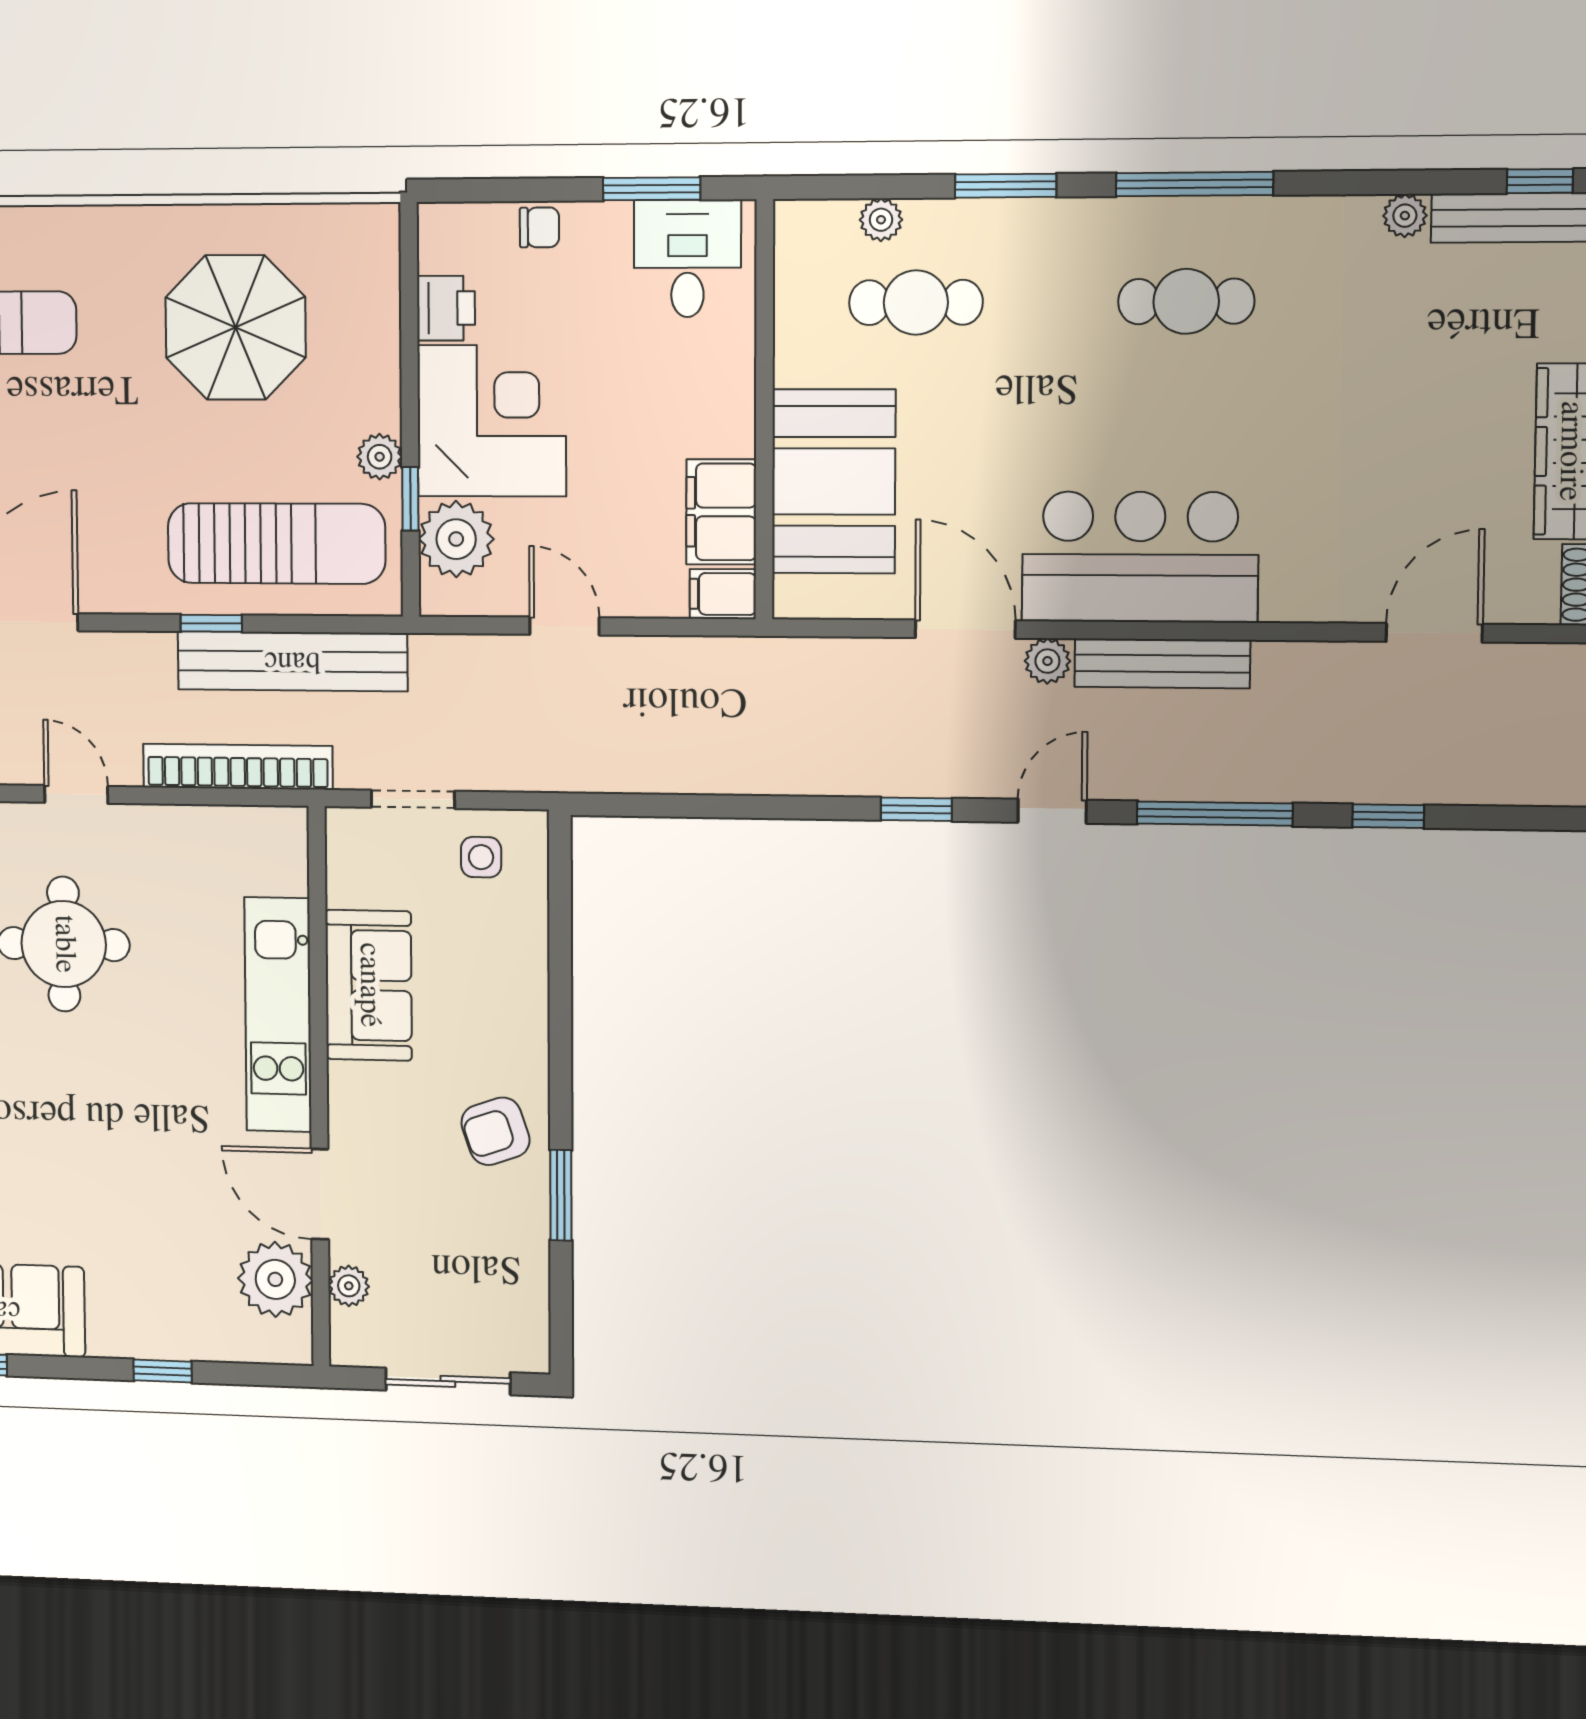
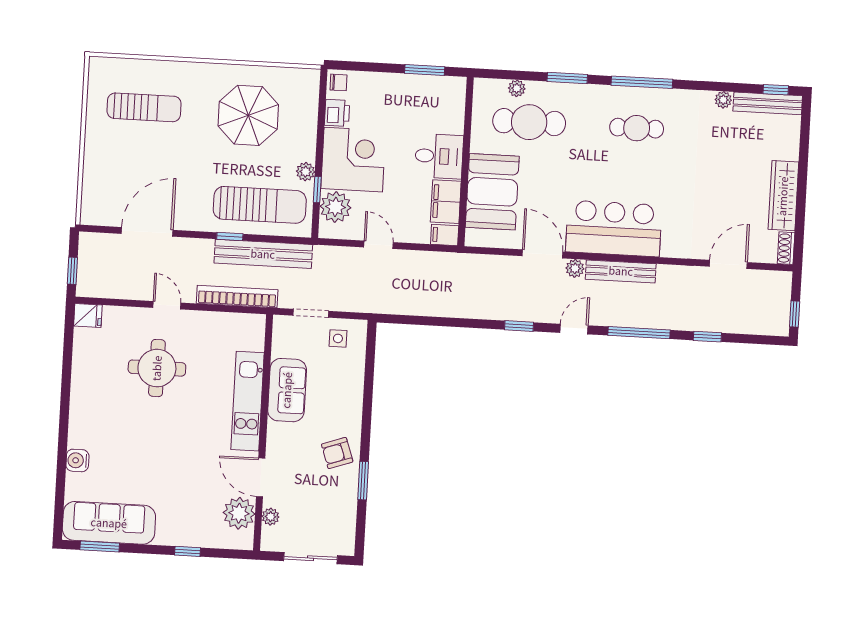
chair: (539, 227) -> (339, 82), moved
desk: (687, 258) -> (439, 156), moved, turned 90
cafe table: (916, 303) -> (529, 122), width x1.37, depth x1.35

